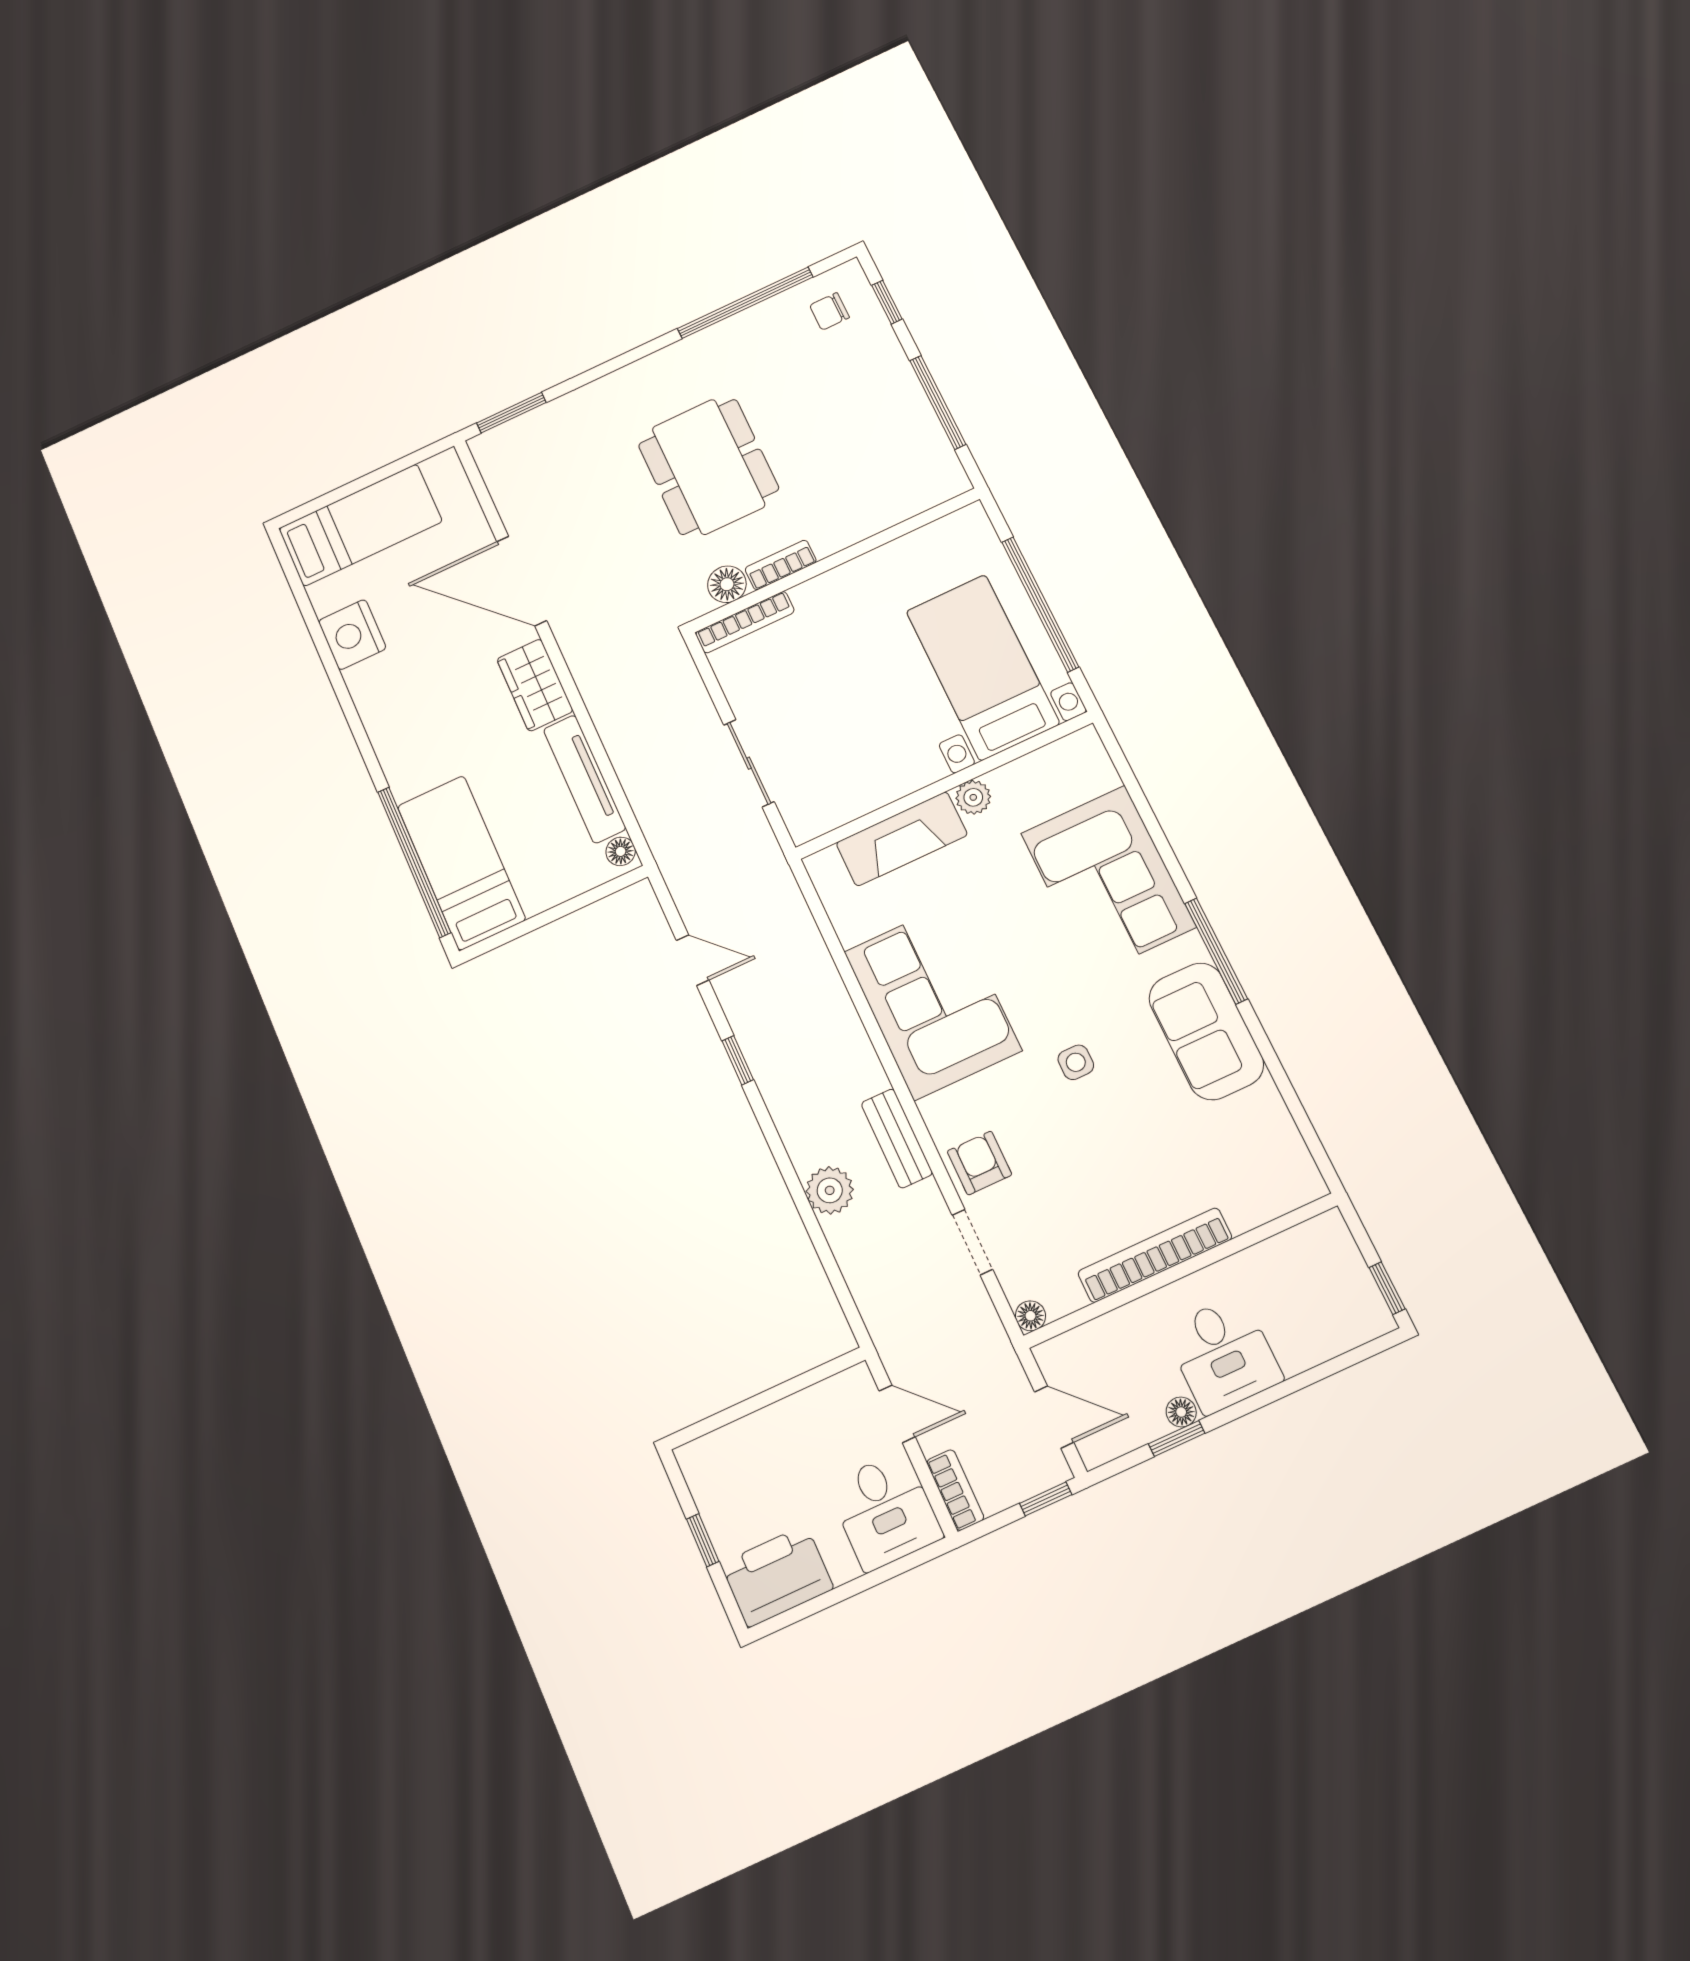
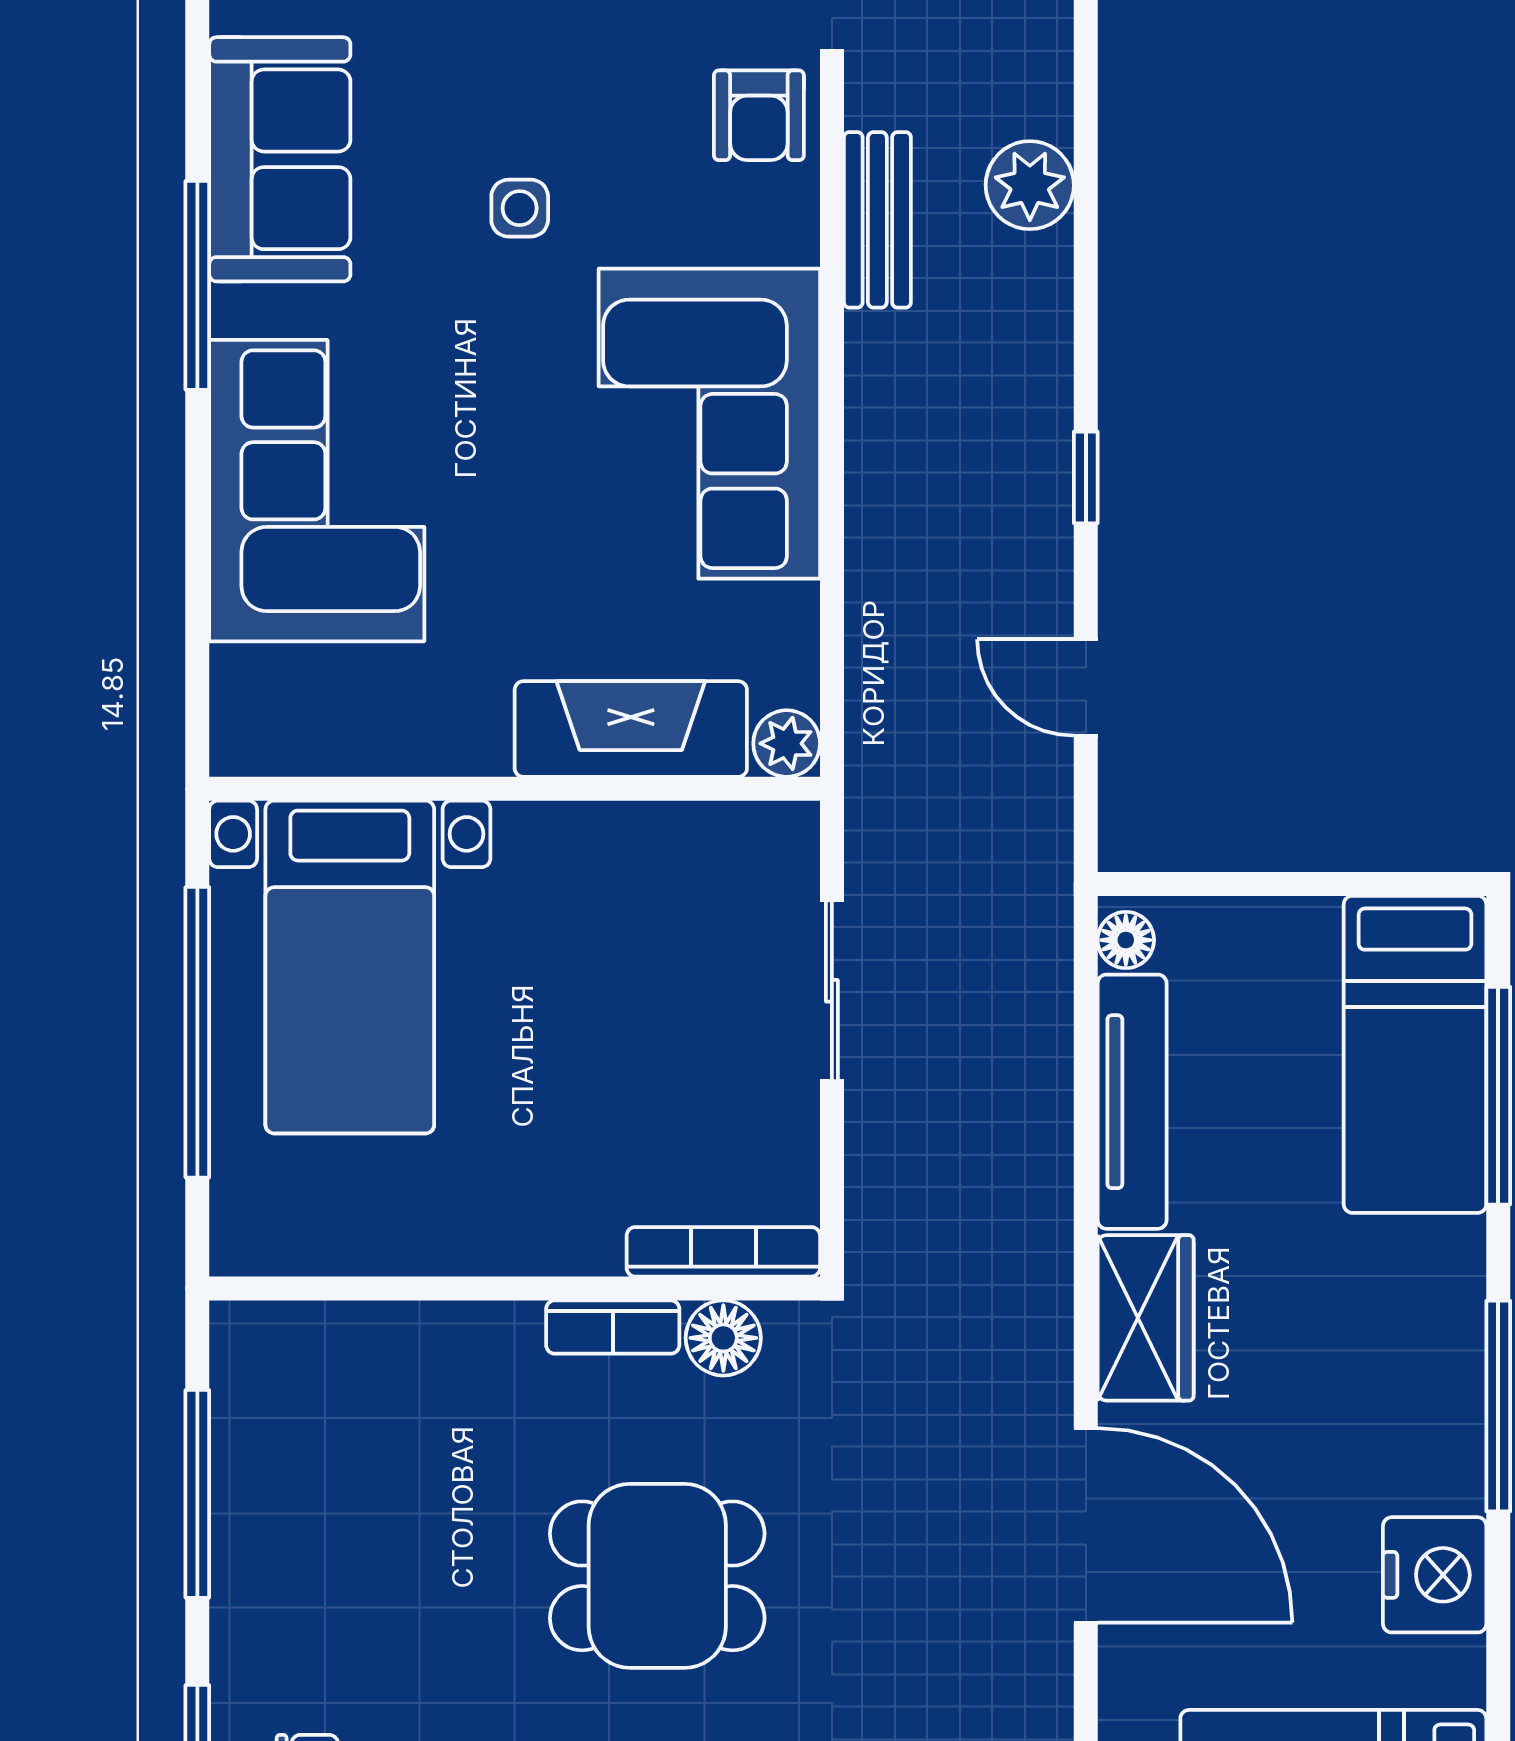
dining table: (708, 467) -> (657, 1576), width x0.73
window: (355, 722) -> (1498, 1406), added
plant: (973, 797) -> (787, 743), moved
window: (414, 862) -> (1498, 1096), width x0.68

